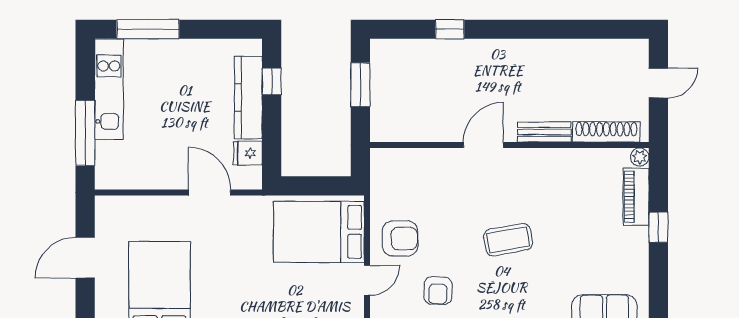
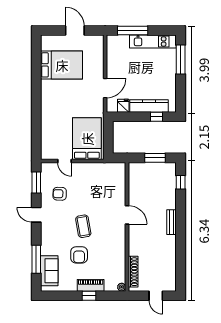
window: (450, 29) -> (181, 182), moved
bench: (544, 132) -> (172, 222), moved
piano: (636, 197) -> (91, 285), moved
armchair: (400, 238) -> (79, 255), moved

